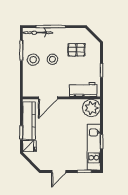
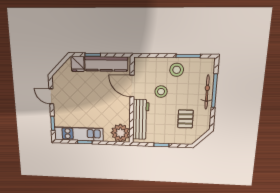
bicycle: (38, 33) -> (207, 92), moved
stool: (52, 59) -> (161, 92), moved
workbench: (83, 90) -> (141, 119), width x1.38

